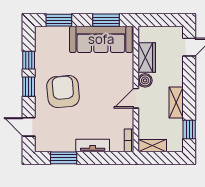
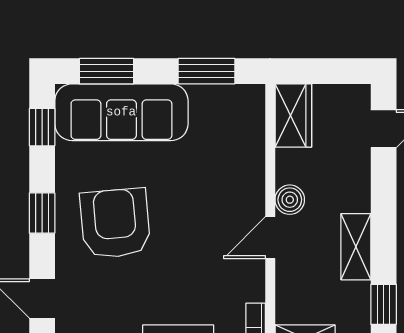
sofa: (101, 39) -> (121, 112), moved
wardrobe: (147, 57) -> (293, 116), moved
window: (29, 60) -> (42, 127), moved

